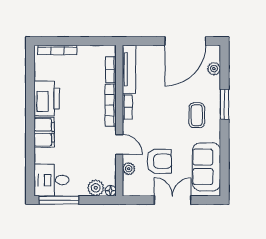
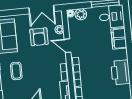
filing cabinet: (44, 132) -> (119, 38), moved
armchair: (159, 161) -> (39, 37), turned -90
double door: (173, 200) -> (42, 10), moved

